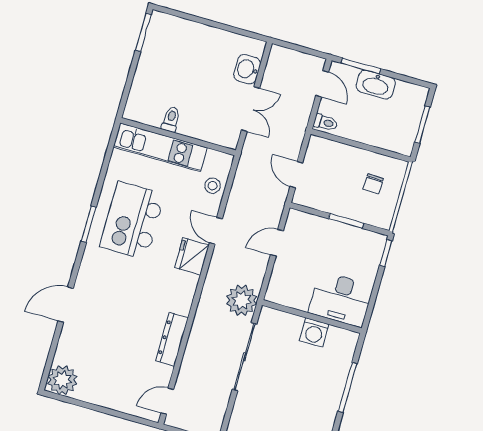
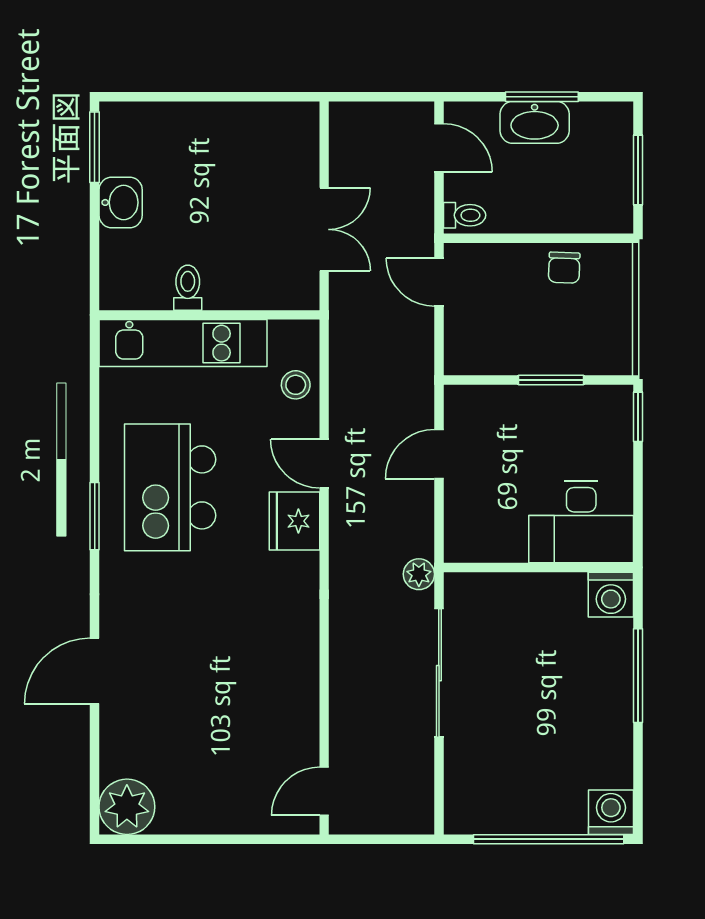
window: (361, 66) -> (542, 97), moved
washbasin: (247, 69) -> (121, 202), moved, turned 180
door: (296, 175) -> (439, 282), moved
chair: (373, 184) -> (564, 268), moved
plant: (242, 300) -> (419, 574), width x0.53, depth x0.53
washing machine: (314, 332) -> (611, 595), moved
dresser: (172, 339) -> (301, 679), removed

